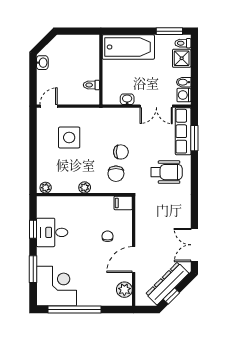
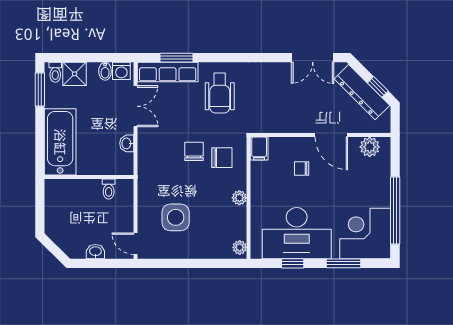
washbasin: (42, 63) -> (95, 252), moved
wheelchair: (167, 172) -> (220, 93), turned 180
desk: (52, 232) -> (297, 233), width x1.87, depth x1.30

